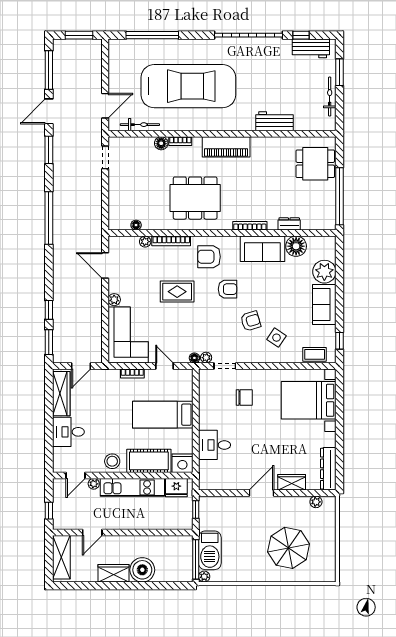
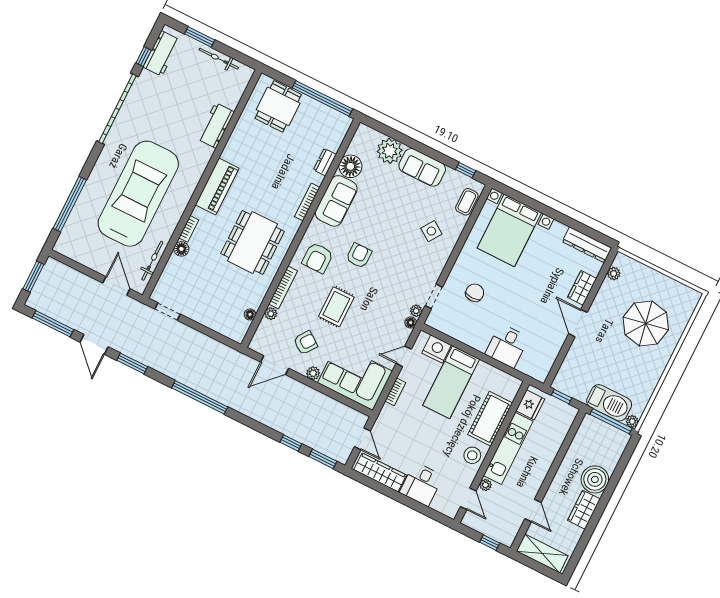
armchair: (251, 321) -> (305, 343), moved, turned 53
nightstand: (182, 463) -> (437, 349), moved, turned -90

